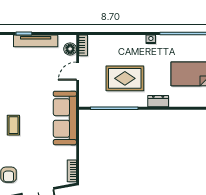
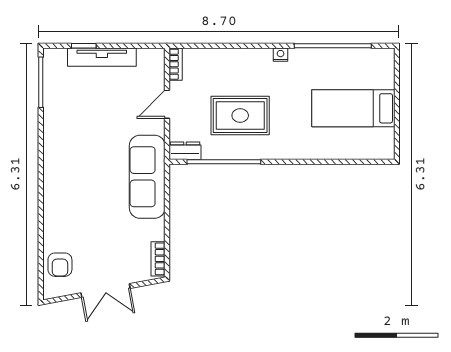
floor lamp: (70, 49) -> (155, 70), removed
dresser: (158, 101) -> (185, 151), moved
coffee table: (13, 125) -> (68, 188), removed

